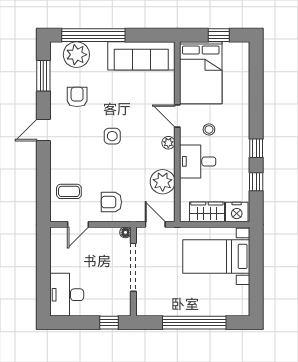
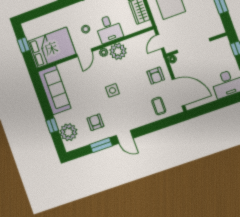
window: (93, 35) -> (52, 126), width x0.32
window: (43, 76) -> (101, 145), moved
armchair: (77, 97) -> (95, 122), turned 90
plant: (163, 182) -> (118, 51), moved
door: (78, 224) -> (178, 92), width x1.88

